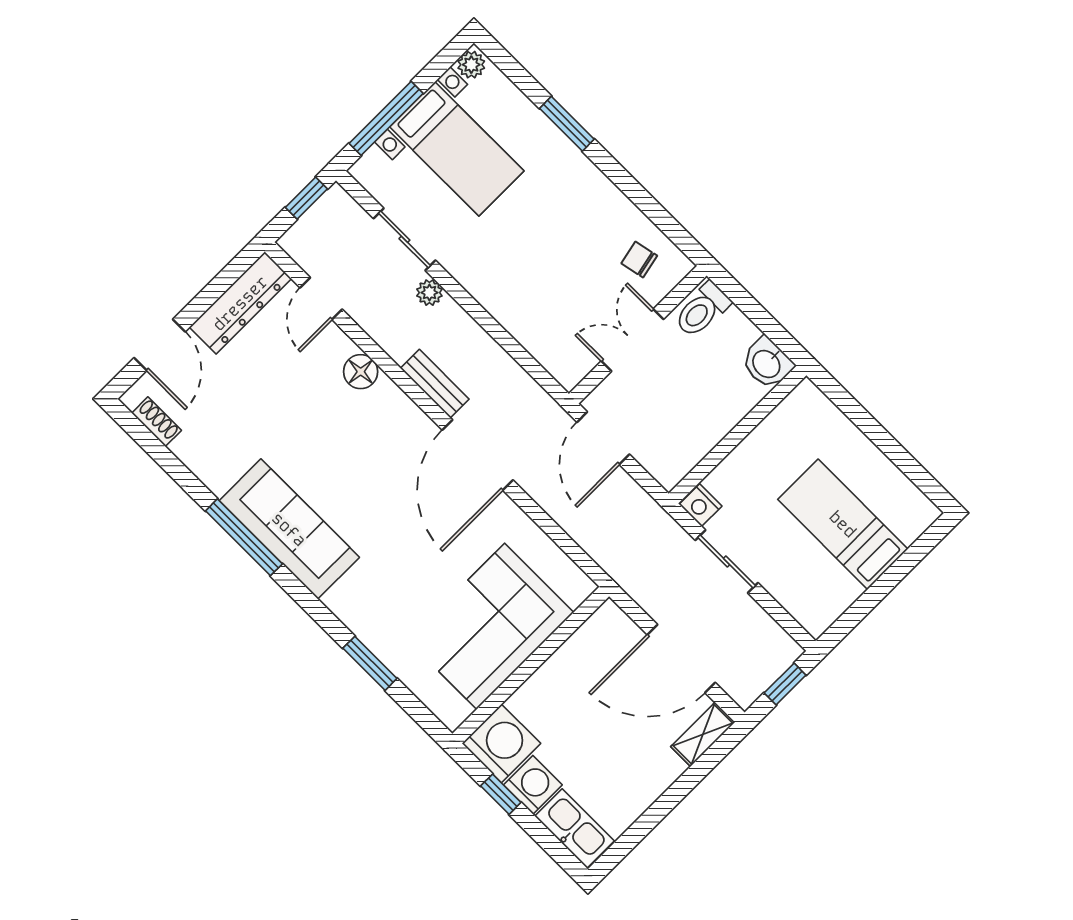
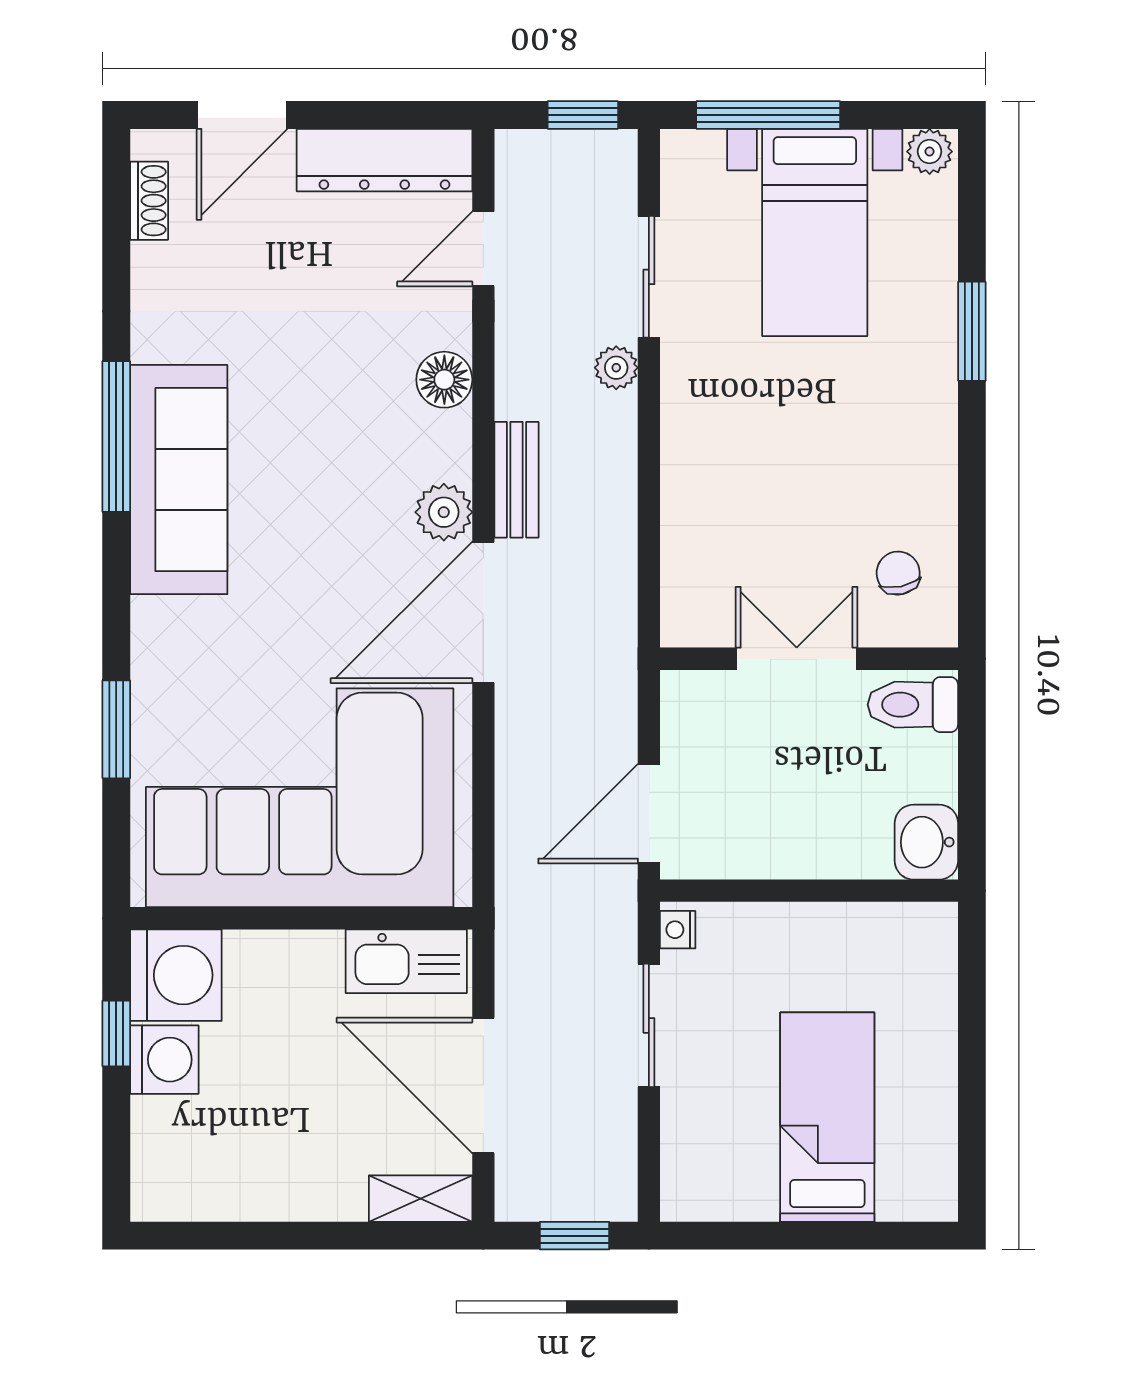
plant: (417, 429) -> (444, 512), added
door: (603, 438) -> (649, 814), moved
nightstand: (701, 505) -> (678, 930), width x0.72, depth x0.74
corner sofa: (491, 626) -> (300, 798), width x1.36, depth x1.36
kitchen sink: (574, 829) -> (406, 961), moved, turned 90

